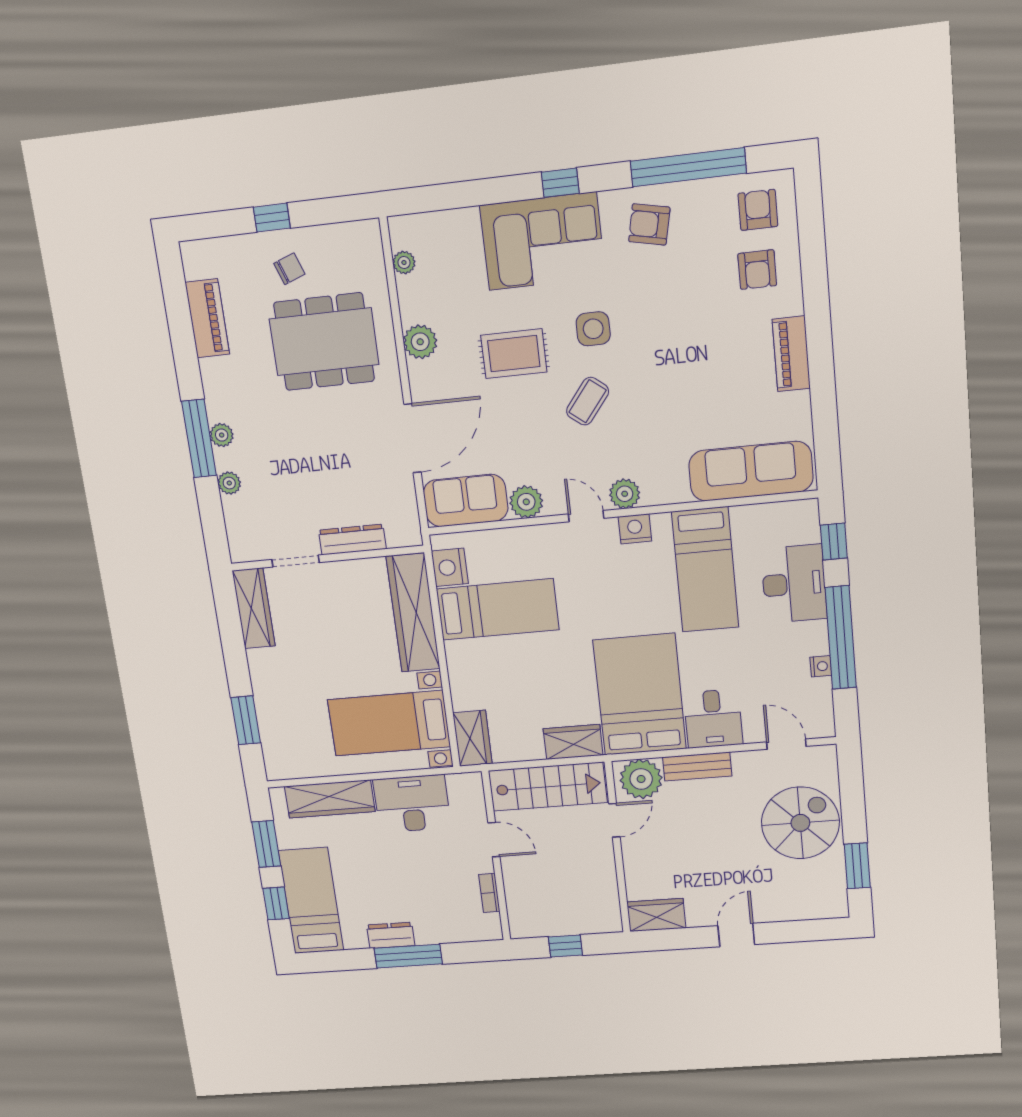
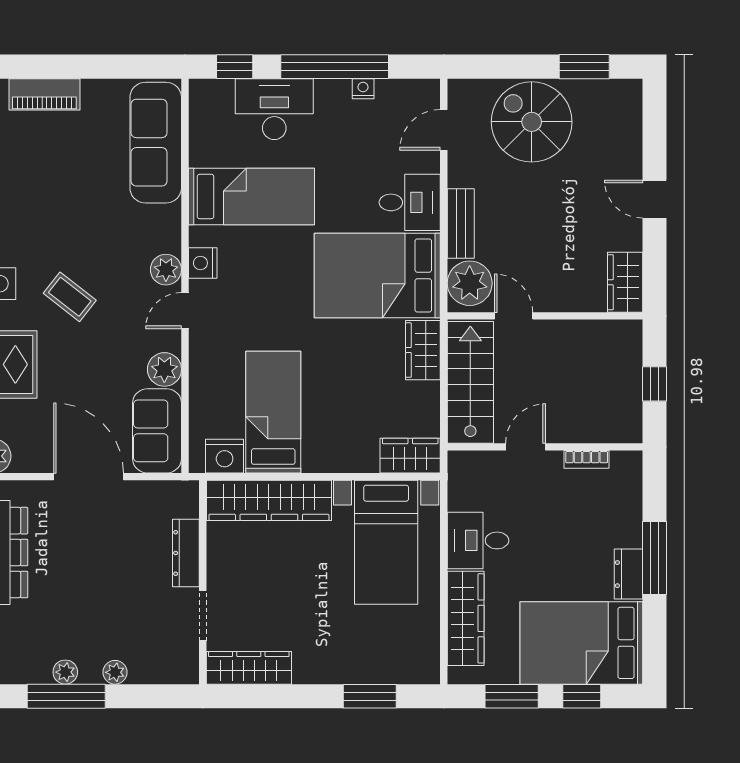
desk: (412, 804) -> (478, 540), width x0.73
bed: (311, 901) -> (581, 643), width x1.50

